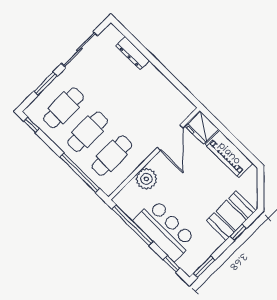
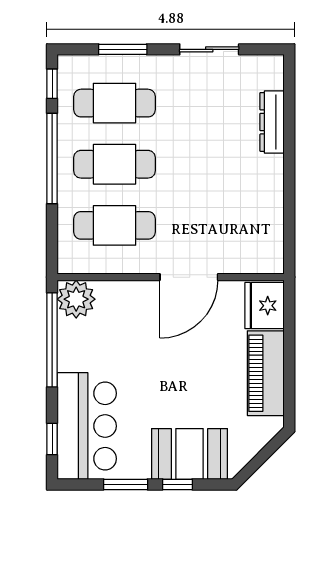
sliding door: (79, 50) -> (209, 49), width x0.73
door: (170, 138) -> (189, 277), moved
window: (80, 173) -> (52, 158), moved
plant: (146, 179) -> (76, 299), moved
bar counter: (165, 230) -> (87, 426), moved
window: (204, 267) -> (126, 484), moved

